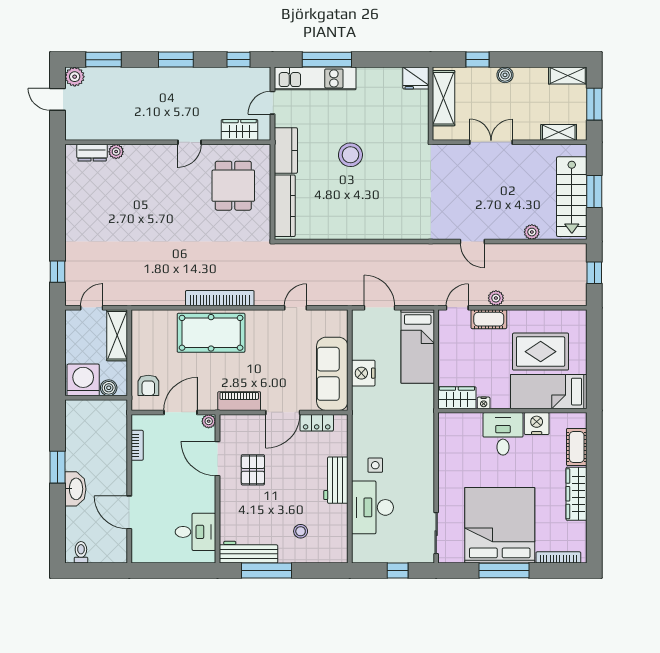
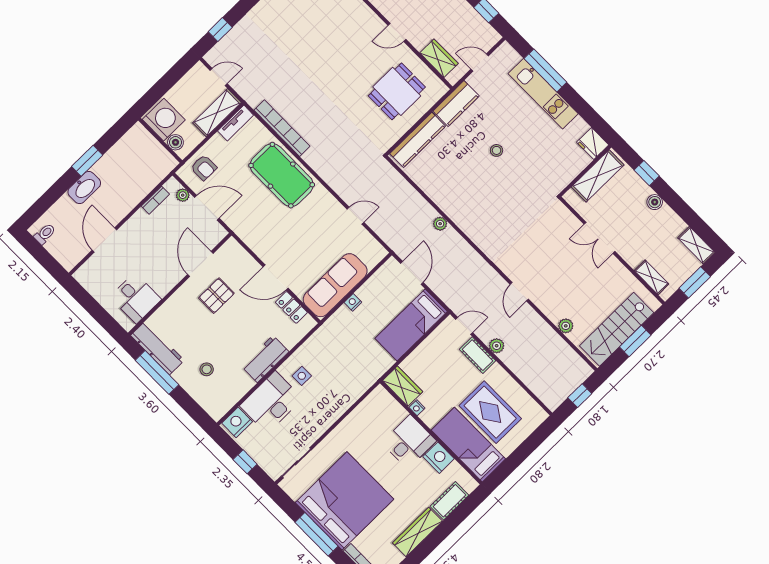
kitchen unit: (315, 78) -> (543, 94), moved
double door: (491, 142) -> (599, 238), swing flipped
stool: (350, 155) -> (497, 150), width x0.53, depth x0.53
plant: (364, 251) -> (440, 224), added
bookcase: (220, 298) -> (282, 128), moved
tv unit: (138, 329) -> (236, 123), added
nightstand: (363, 373) -> (353, 302), width x0.53, depth x0.56
armchair: (148, 385) -> (204, 168), turned -90
piano: (239, 401) -> (254, 240), removed
plant: (209, 421) -> (183, 195), moved
nightstand: (362, 548) -> (237, 422), added

